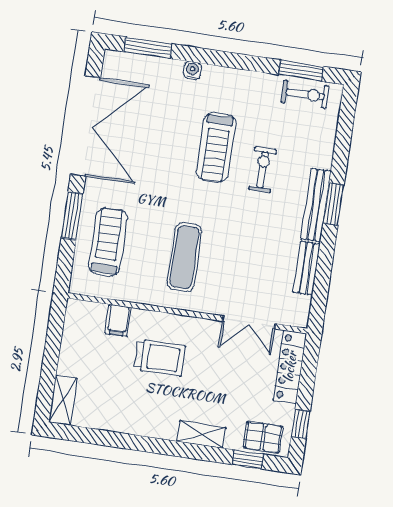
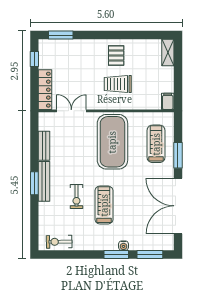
window: (301, 71) -> (116, 254), moved
treadmill: (108, 242) -> (156, 144), turned 180
exercise mat: (184, 257) -> (112, 142), width x2.00, depth x1.45
filing cabinet: (118, 320) -> (168, 101), moved
shelving: (201, 435) -> (88, 45), removed
pallet: (263, 437) -> (116, 55), moved, turned 90
window: (248, 459) -> (61, 35), width x1.50

